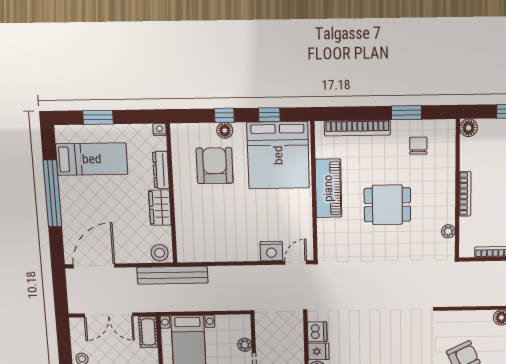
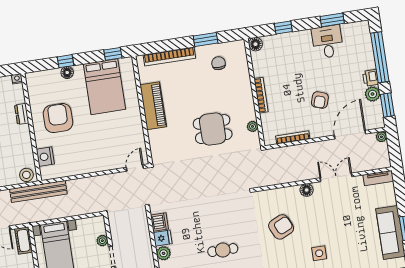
window: (269, 115) -> (113, 54), moved
bed: (278, 155) -> (104, 87), width x0.73
armchair: (215, 166) -> (58, 118), moved
dresser: (161, 170) -> (22, 114), width x0.70
dining table: (387, 205) -> (213, 129), moved
wardrobe: (160, 208) -> (23, 139), removed
nightstand: (271, 251) -> (45, 157), moved, turned 90

